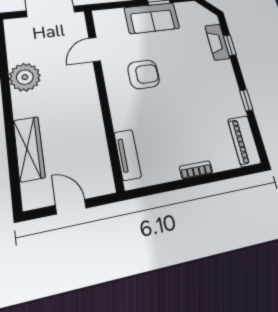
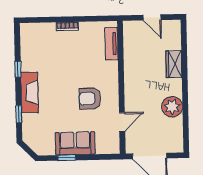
fireplace: (217, 42) -> (30, 92), moved, width x1.37, depth x1.32
piano: (244, 141) -> (28, 40), removed
wardrobe: (29, 149) -> (174, 64), width x0.67

